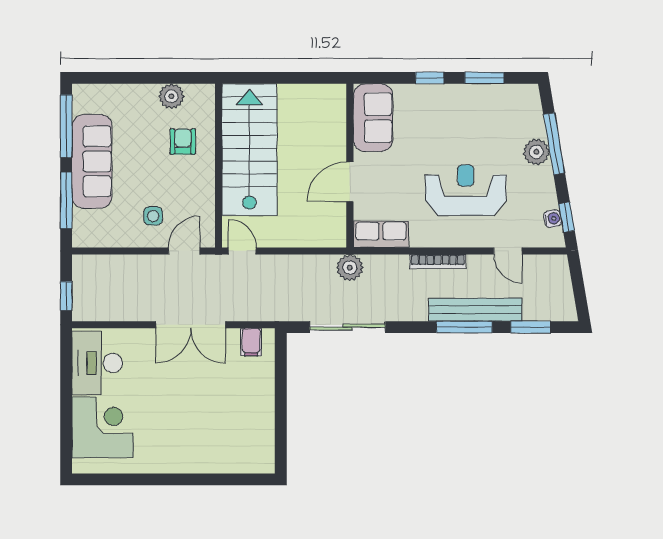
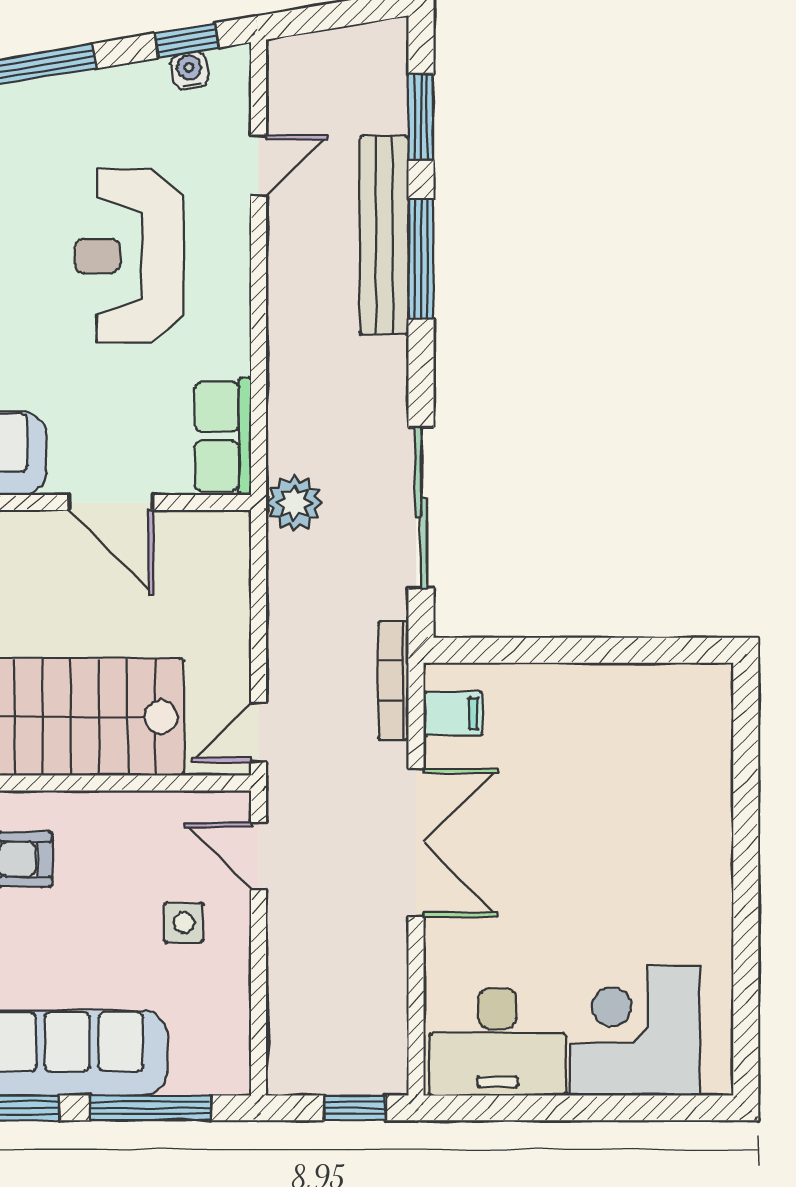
plant: (536, 152) -> (47, 105), removed
bookcase: (438, 262) -> (393, 681), moved, turned 180

